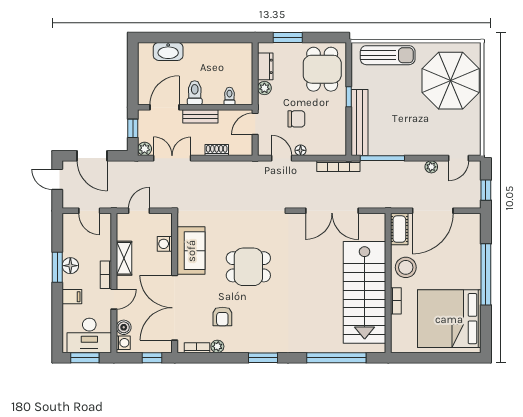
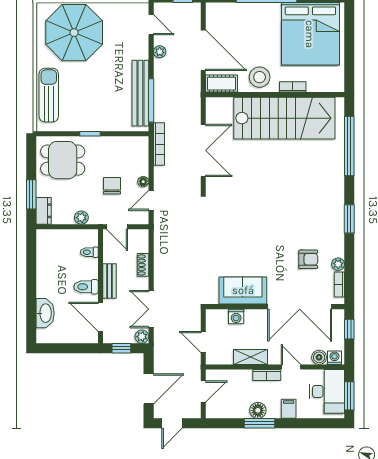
dresser: (265, 66) -> (44, 211), moved, turned 90
bench: (360, 123) -> (140, 93), moved, turned 90
dining table: (248, 267) -> (259, 233), removed

